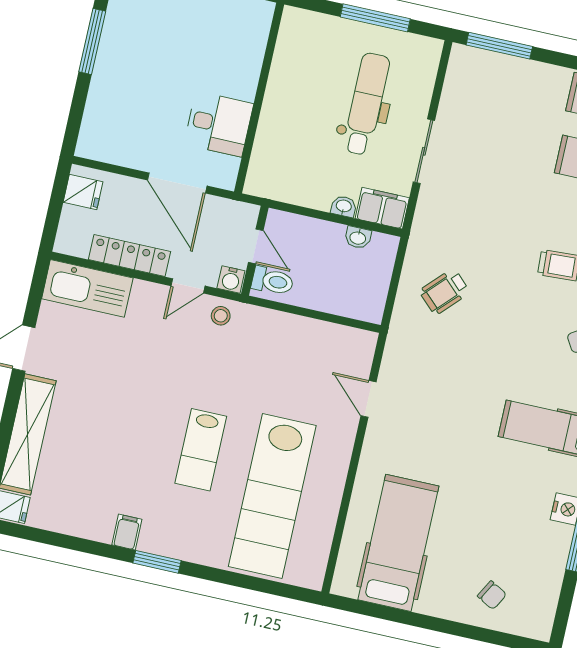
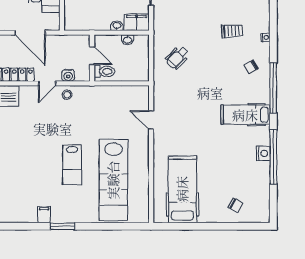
door: (256, 246) -> (92, 56), moved
wall: (255, 251) -> (92, 58), moved
toilet: (273, 281) -> (104, 71), moved

